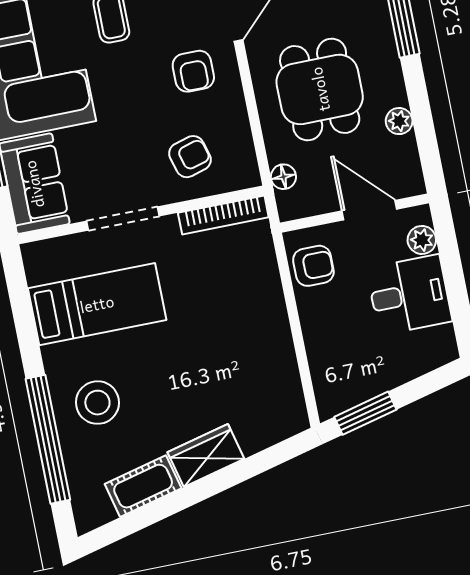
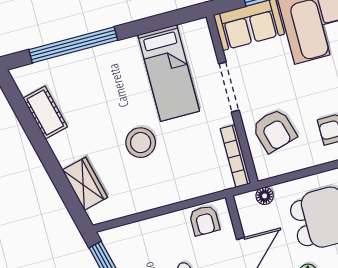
armchair: (190, 157) -> (274, 131), width x1.38, depth x1.38
stool: (97, 403) -> (141, 143), moved
wardrobe: (206, 456) -> (85, 184), moved

